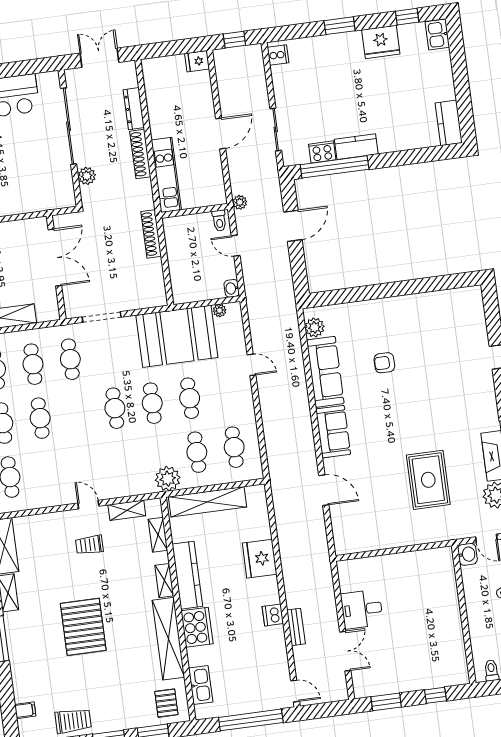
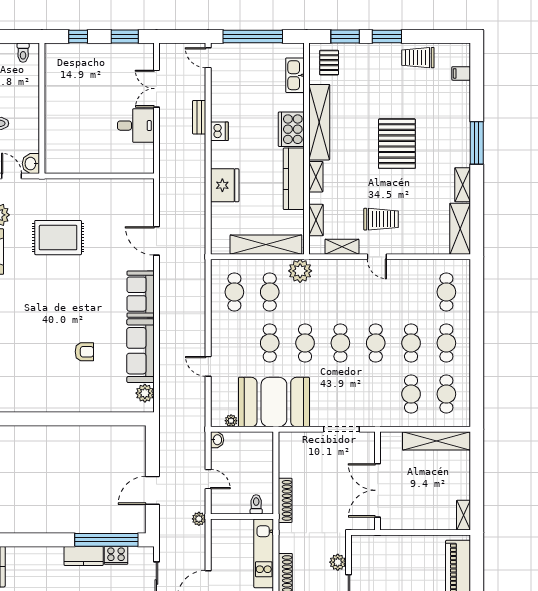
toilet: (219, 221) -> (256, 504), moved
cafe table: (70, 359) -> (376, 343), moved
rug: (428, 480) -> (58, 238), turned 90
trolley: (89, 545) -> (381, 219), width x1.36, depth x1.39

